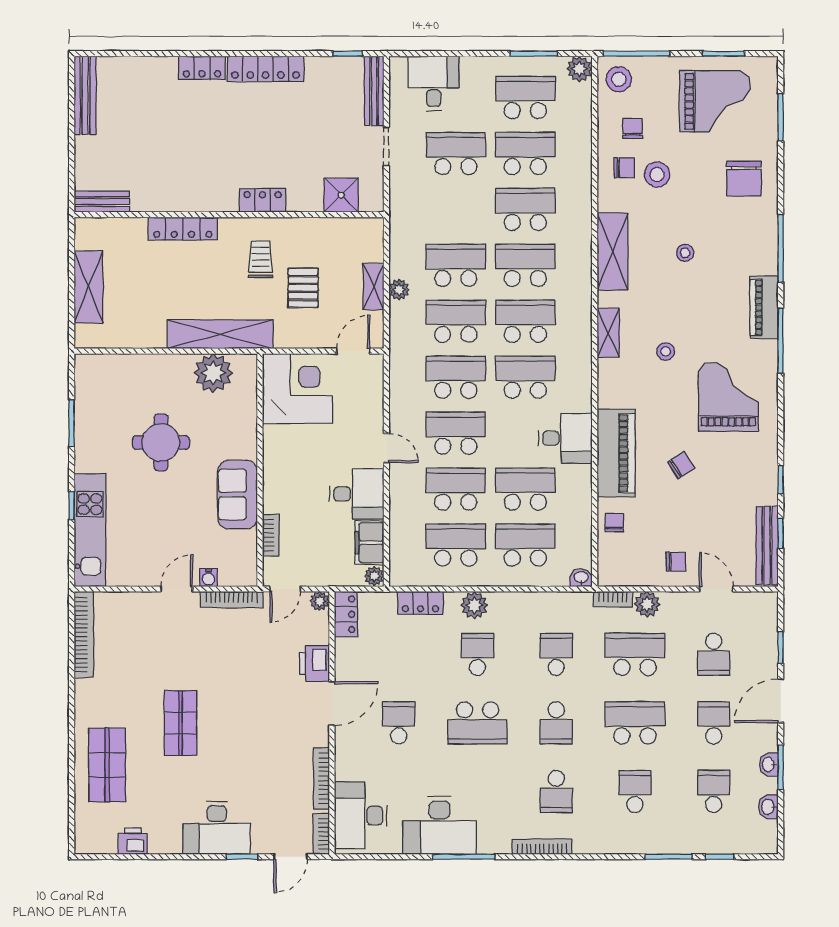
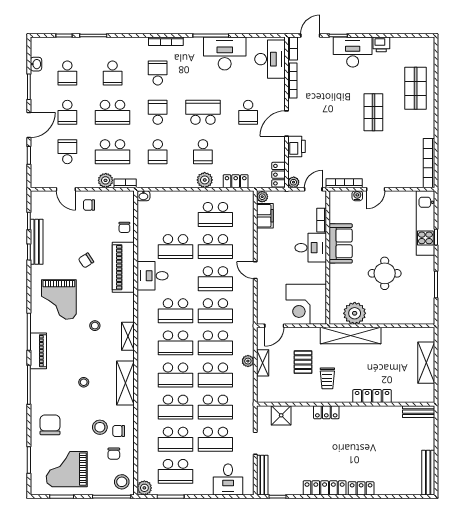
desk: (357, 494) -> (311, 248), moved, turned 180
school desk: (525, 545) -> (215, 407), moved
bench: (767, 545) -> (37, 242), moved
washbasin: (769, 765) -> (36, 88), removed
printer: (133, 841) -> (381, 44), moved

